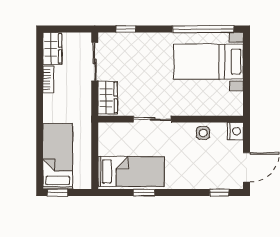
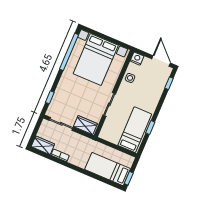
bed with nightstands: (209, 62) -> (96, 59), width x1.36

